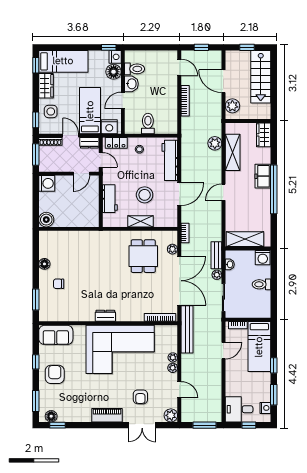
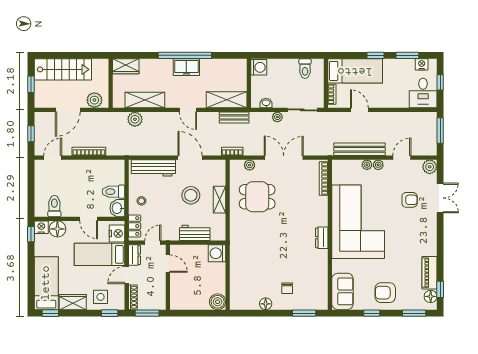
washbasin: (131, 84) -> (117, 208), moved, turned -90
freezer: (263, 176) -> (186, 67), moved
washing machine: (47, 183) -> (217, 253), moved, turned -90
shelving: (245, 239) -> (227, 100), moved, turned 90
bench: (216, 255) -> (234, 117), moved
double door: (179, 281) -> (284, 158), width x0.73
toilet: (262, 284) -> (305, 69), moved
bench: (187, 329) -> (359, 149), moved
piano: (107, 415) -> (430, 273), moved

